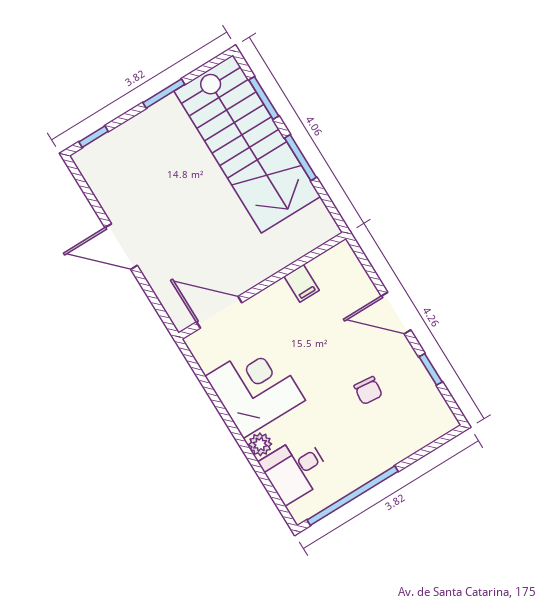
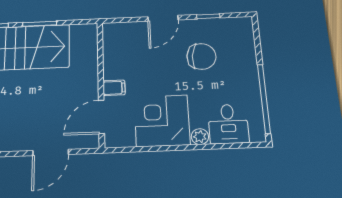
door: (121, 247) -> (51, 152), moved
filing cabinet: (302, 283) -> (114, 88), moved
chair: (368, 391) -> (201, 56), width x1.87, depth x1.87

